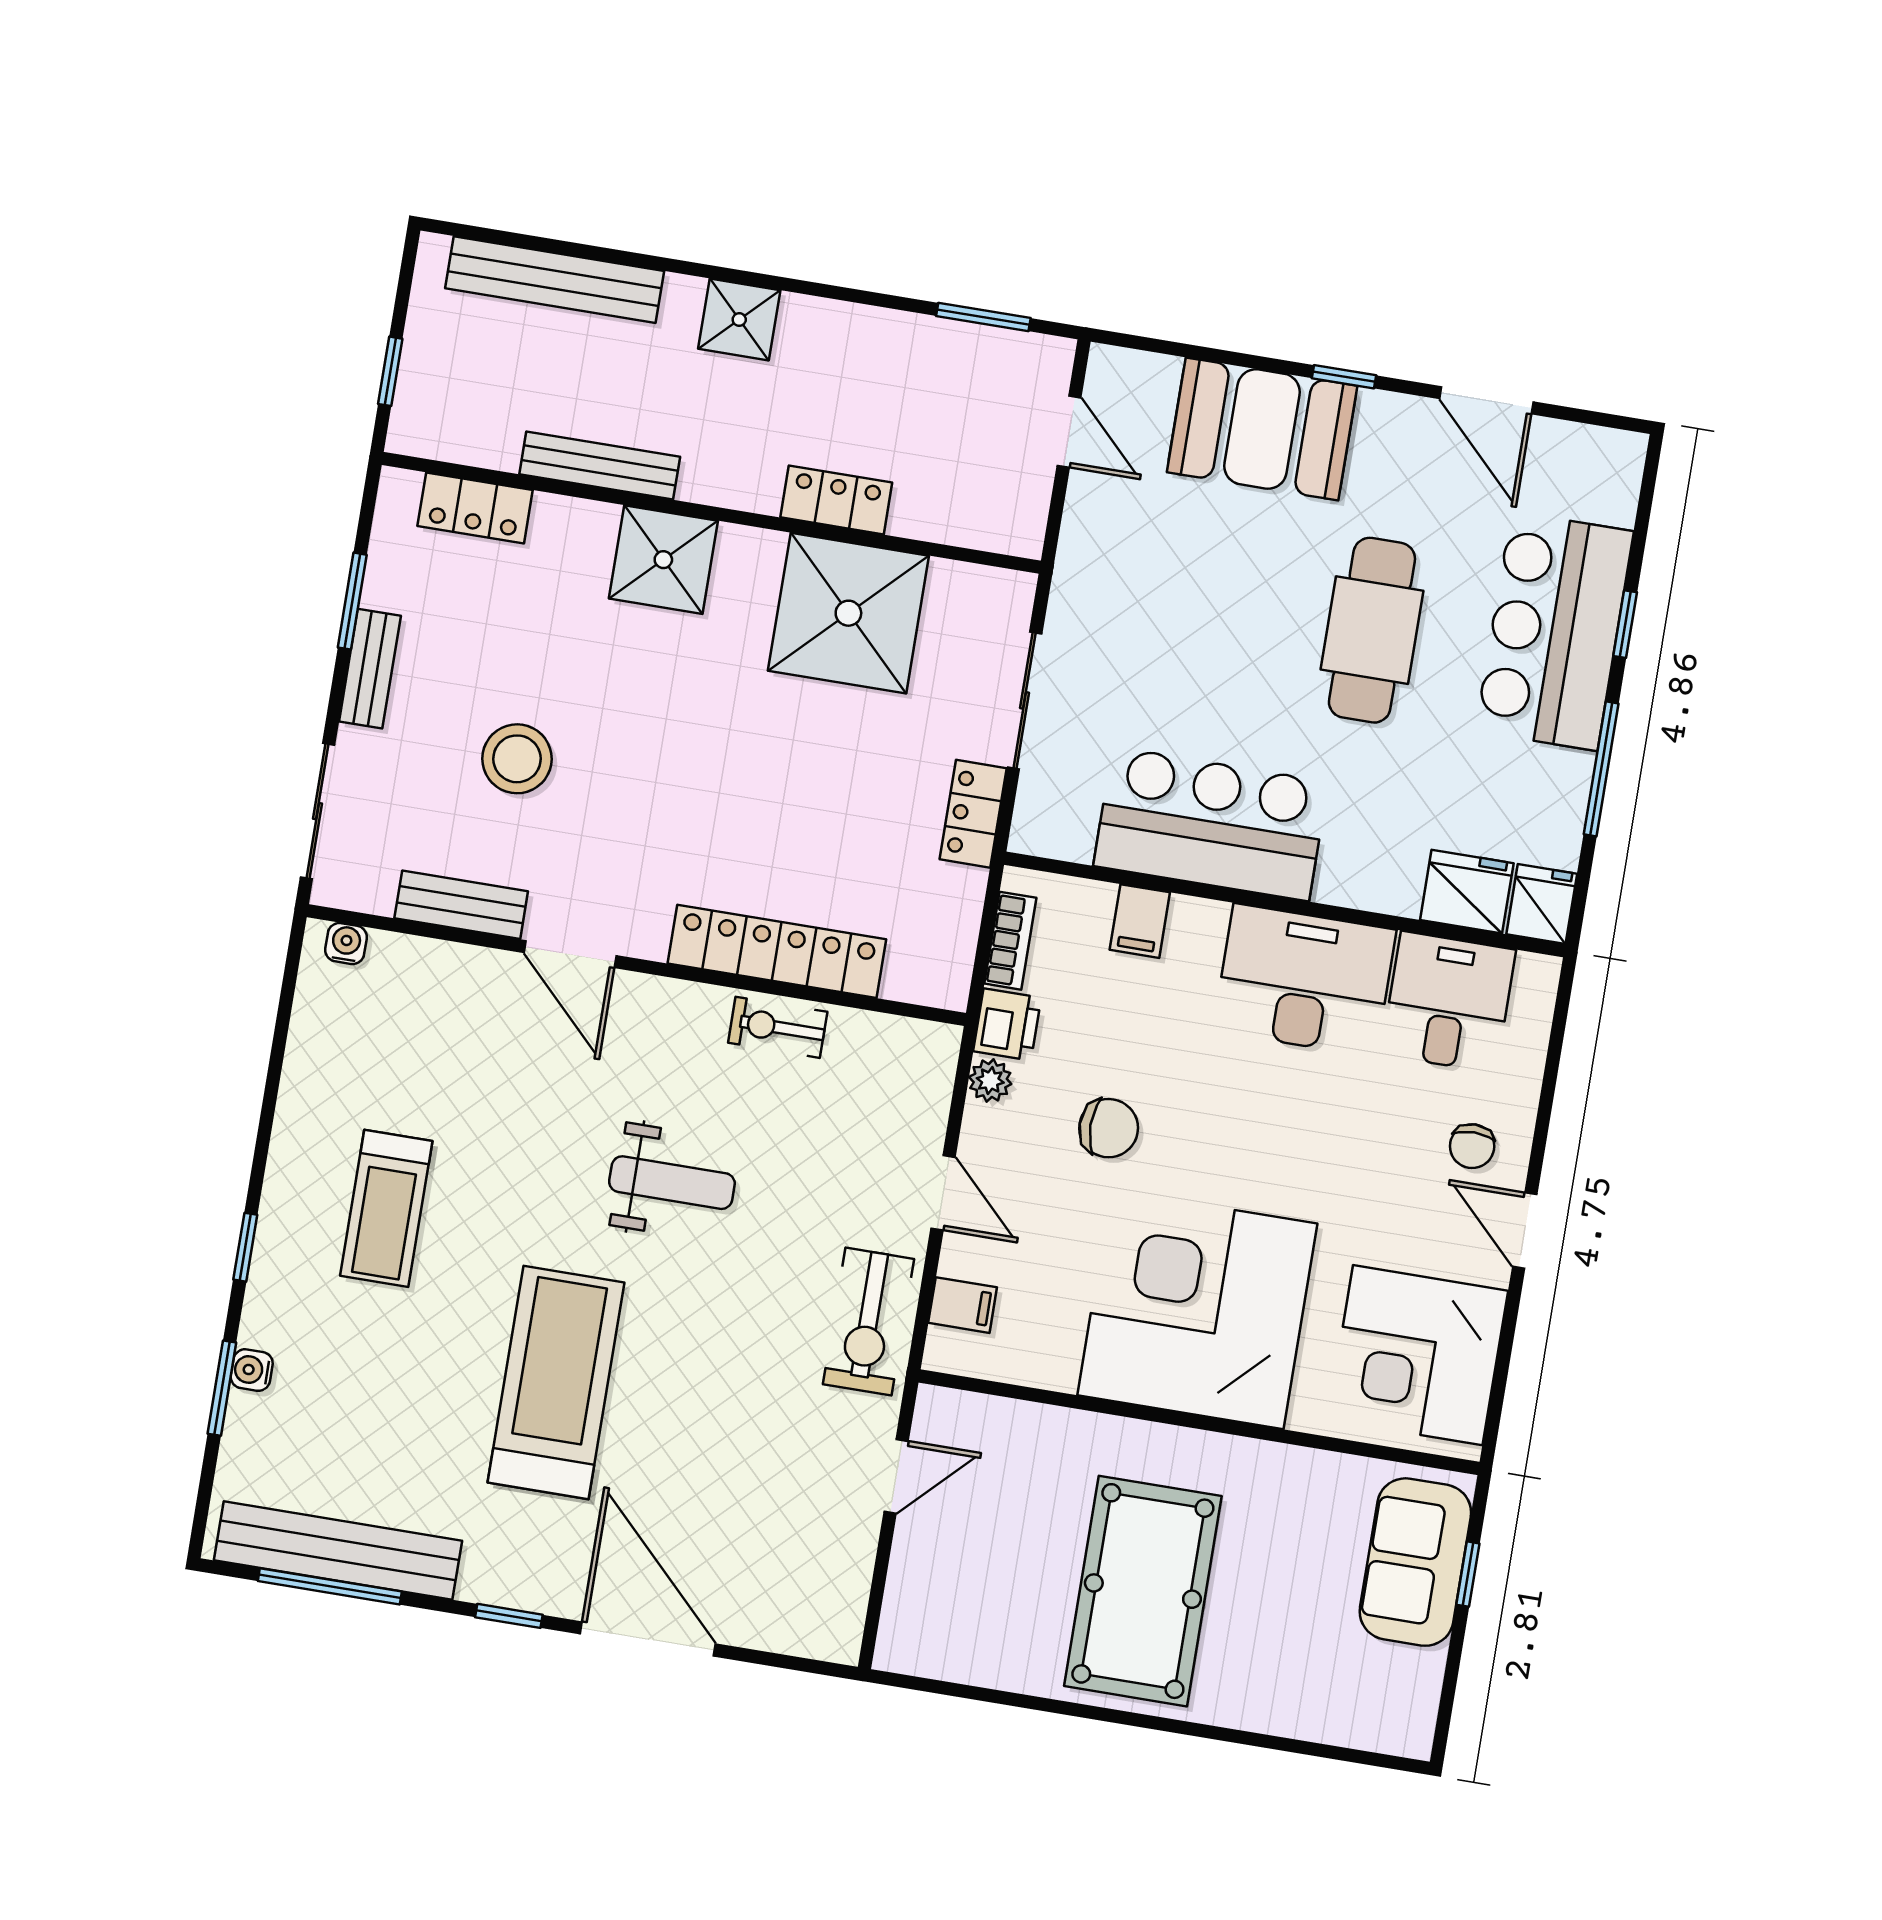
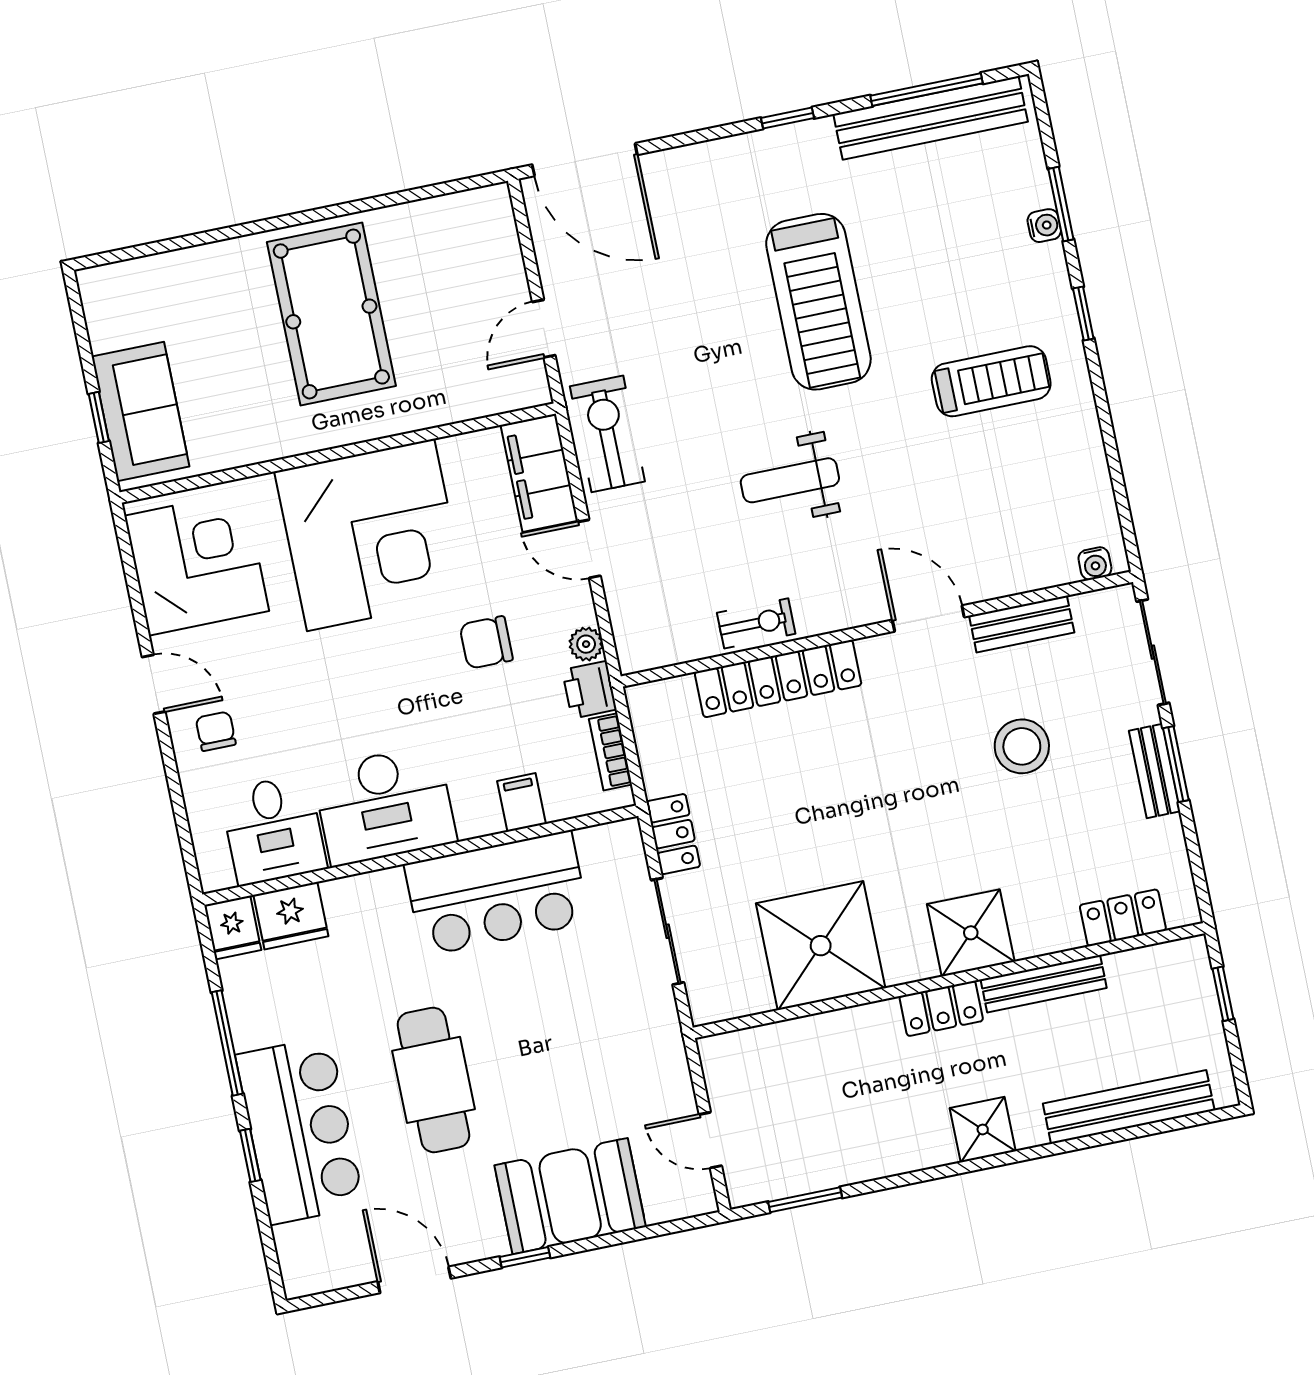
locker: (836, 500) -> (941, 1008), moved
window: (352, 601) -> (1176, 764), moved
treadmill: (386, 1208) -> (991, 381), turned 90
filing cabinet: (963, 1305) -> (539, 473), width x3.00, depth x1.17
door: (648, 1639) -> (585, 160), moved

